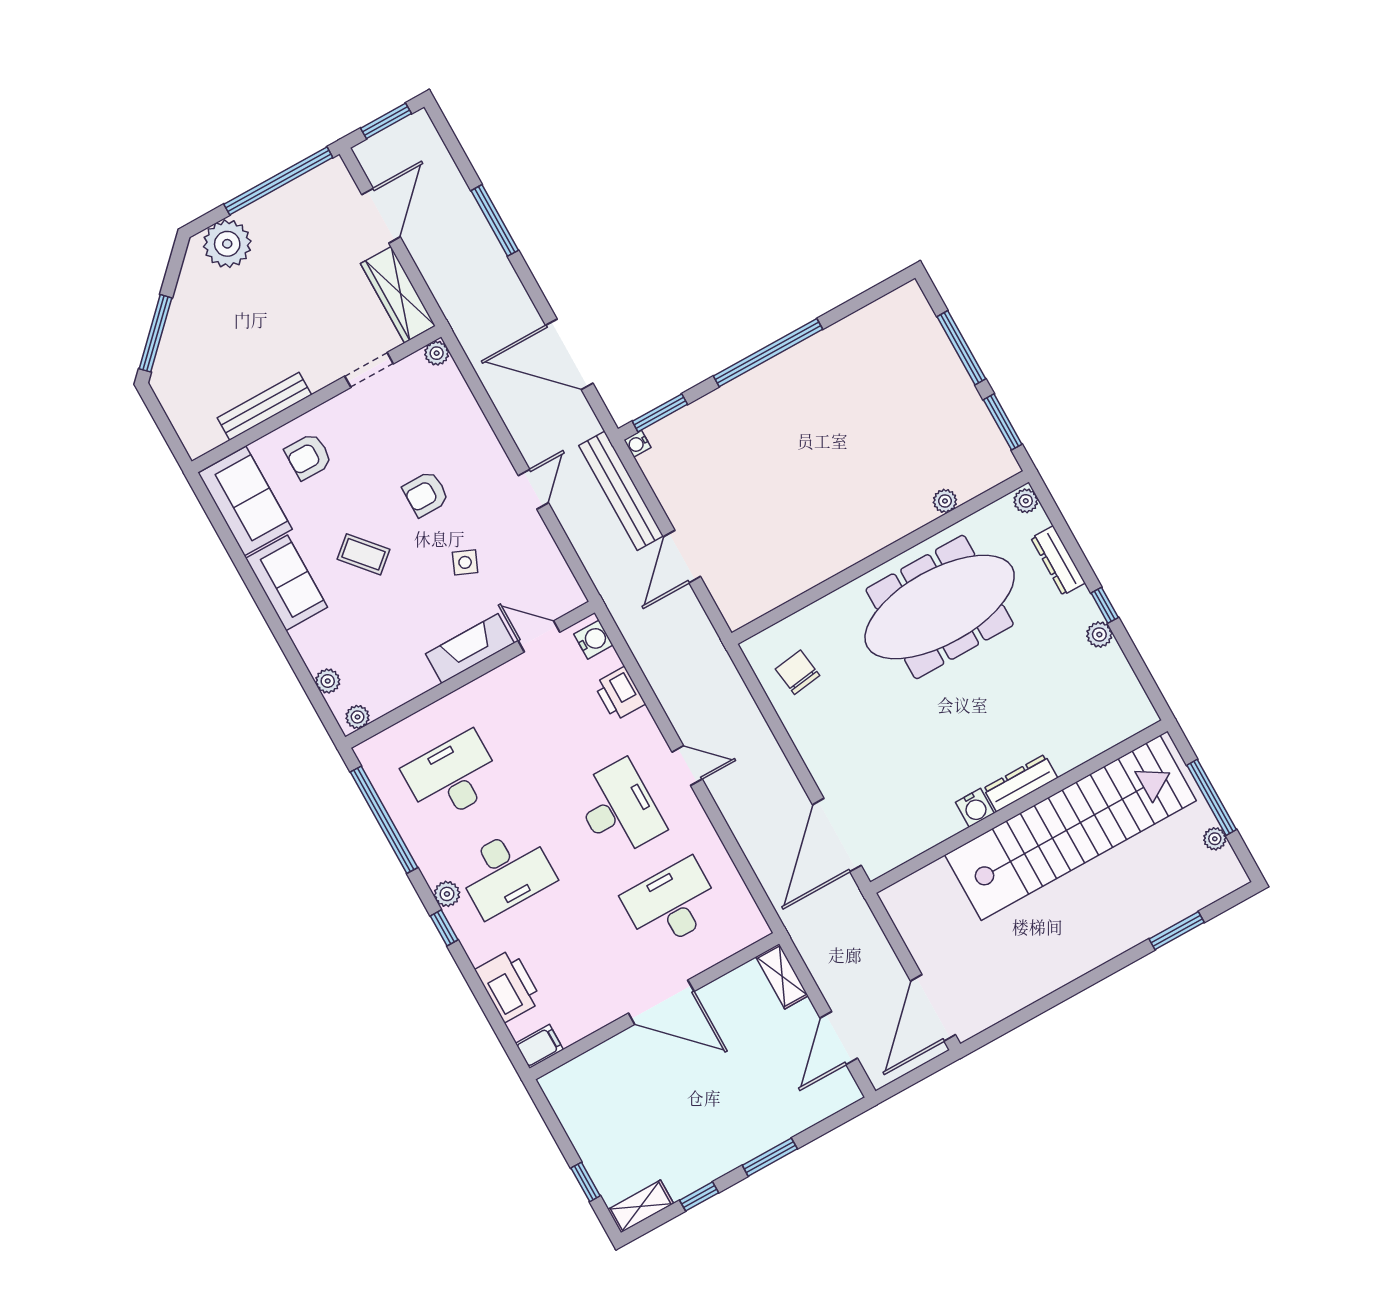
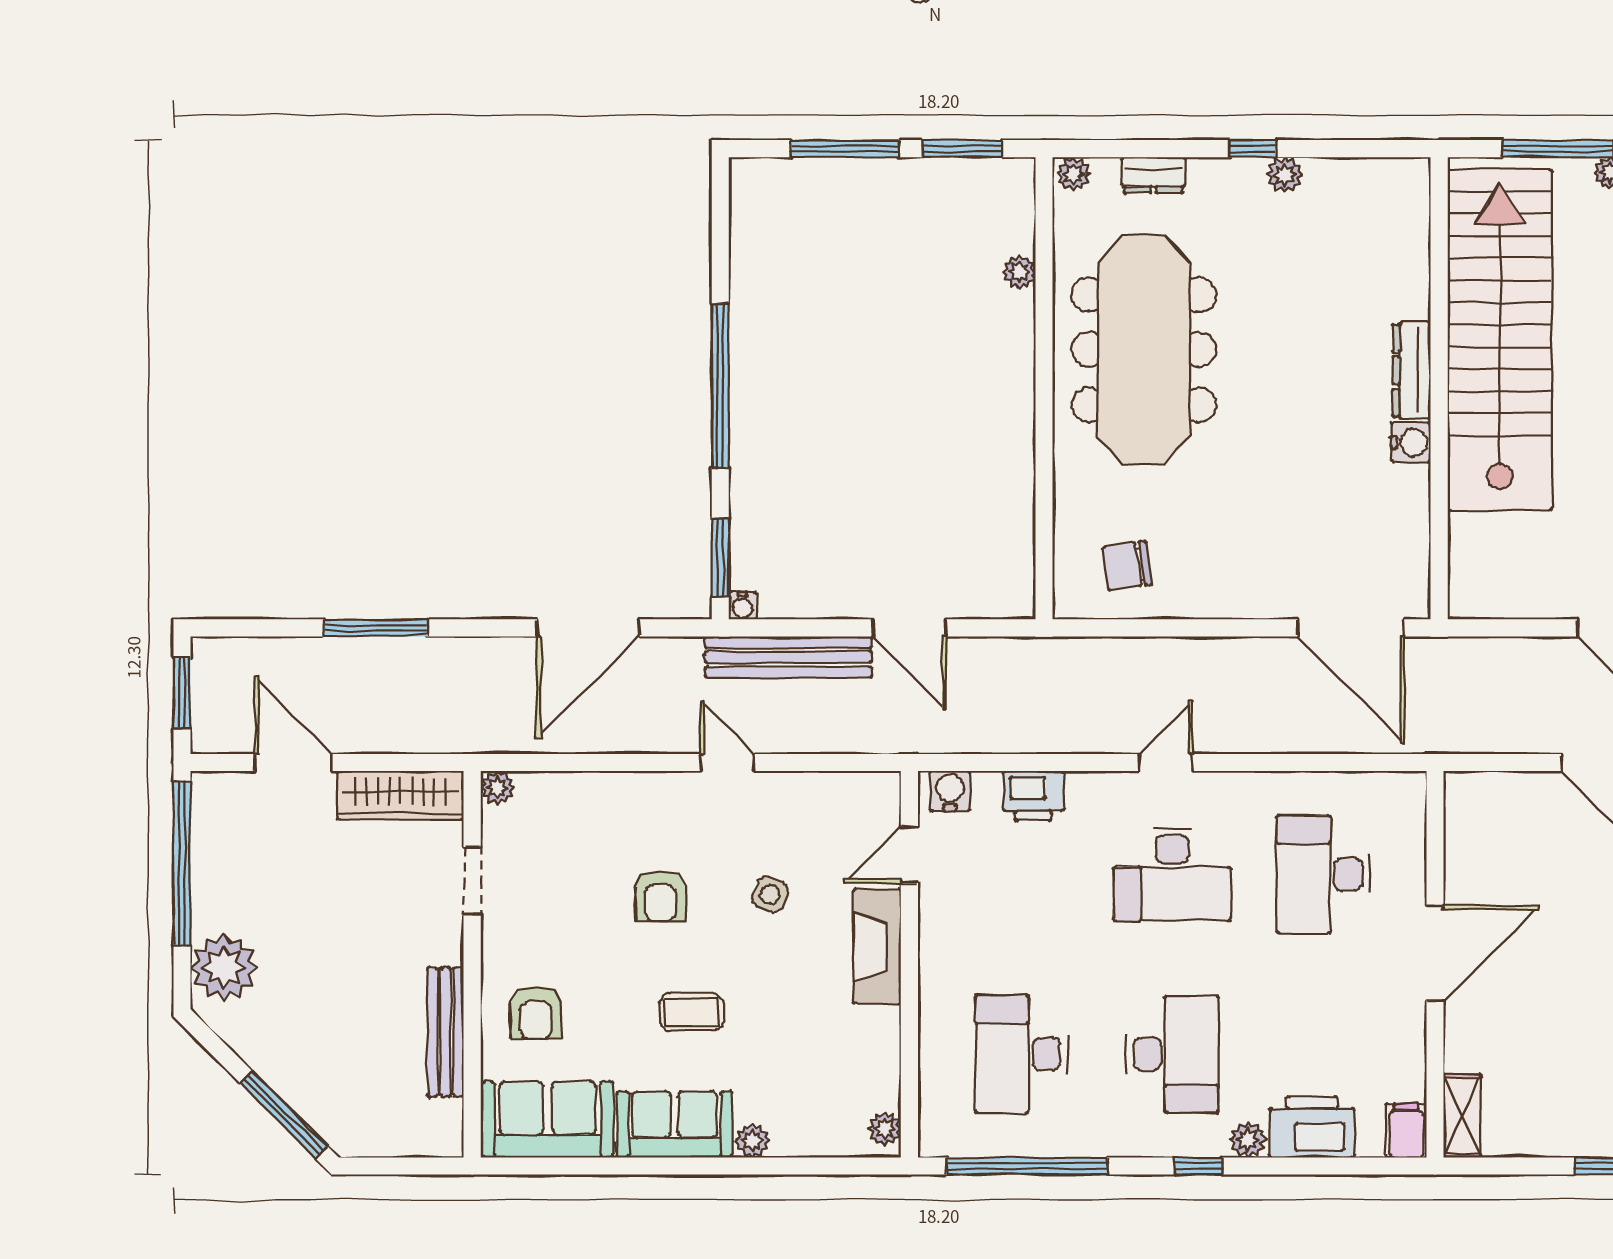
coffee table: (364, 554) -> (692, 1012), turned 41
dresser: (1058, 560) -> (1153, 175), width x0.70
plant: (328, 681) -> (752, 1141), moved
desk: (619, 809) -> (1172, 874), turned 180
plant: (447, 894) -> (1248, 1140), moved
shelving: (782, 976) -> (1462, 1116), moved, turned 90

